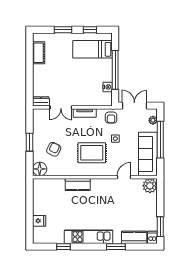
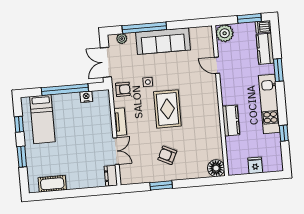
floor lamp: (40, 169) -> (216, 168), moved
wall: (95, 177) -> (220, 101), moved
door: (124, 177) -> (217, 65), moved
kitchen counter: (78, 185) -> (231, 120), moved
plant: (150, 186) -> (225, 33), moved

